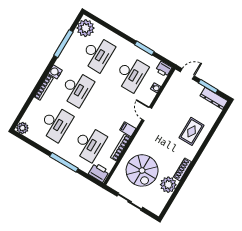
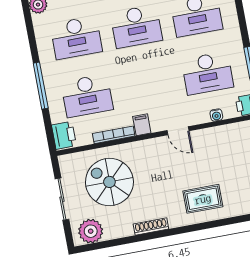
door: (147, 114) -> (178, 131), swing flipped
spiral stairs: (142, 170) -> (109, 182), turned 90
plant: (168, 185) -> (91, 231), moved

